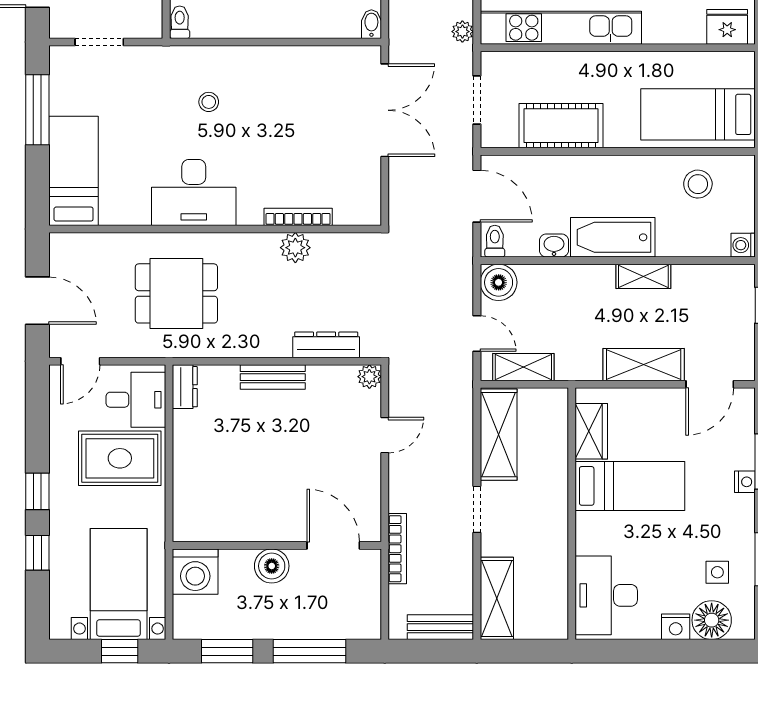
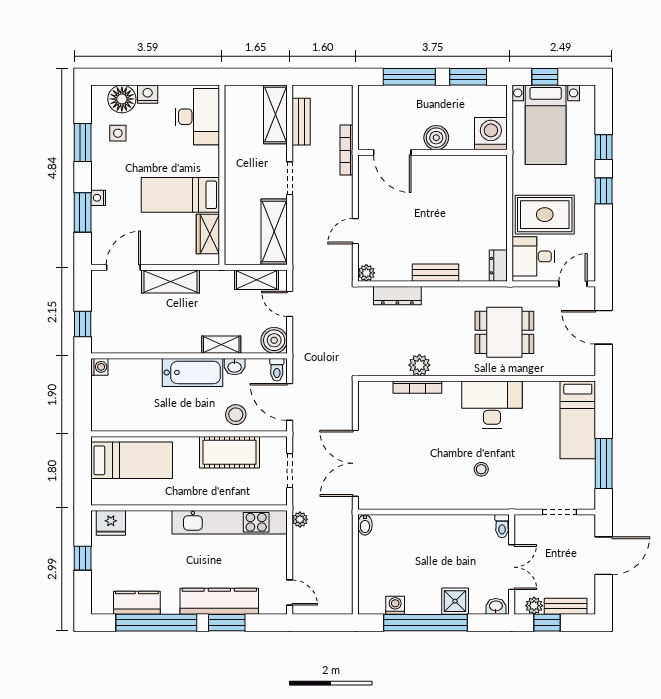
stool: (698, 184) -> (236, 415), moved
shelving: (643, 276) -> (221, 345), moved
bench: (440, 627) -> (301, 122), moved, turned 90

